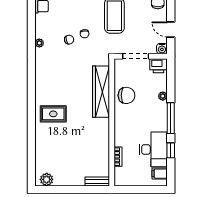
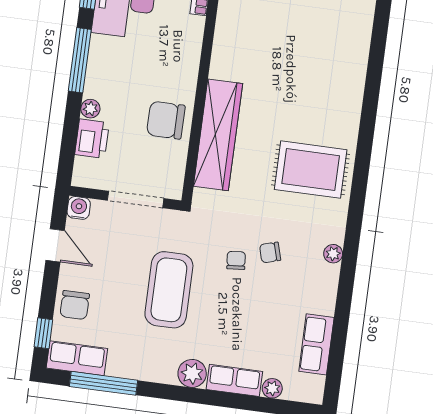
printer: (159, 66) -> (92, 139), moved, turned 90
rug: (53, 114) -> (311, 170), moved, width x1.36, depth x1.43

